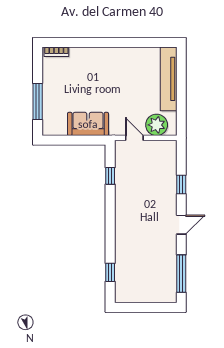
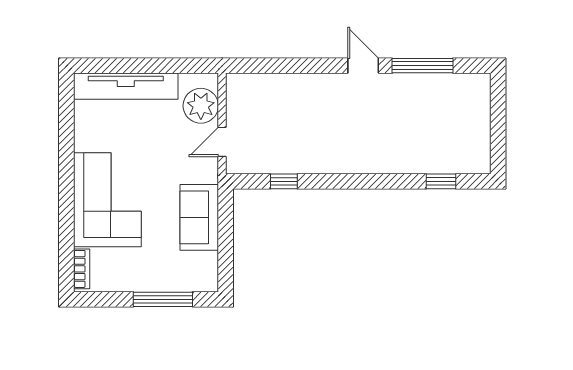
corner sofa: (99, 68) -> (107, 200), added
window: (181, 184) -> (298, 66), removed
window: (181, 274) -> (423, 66), moved

